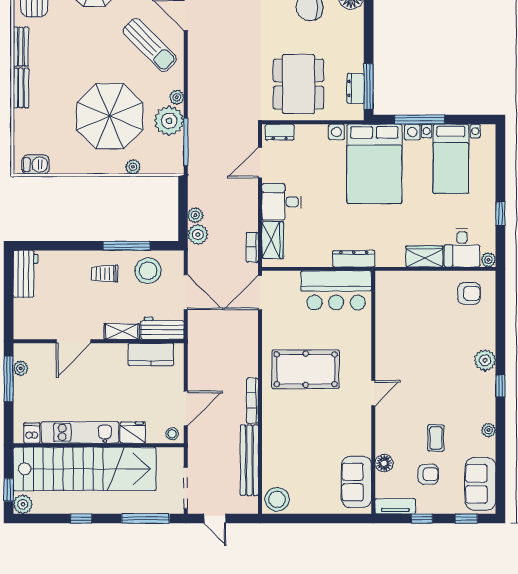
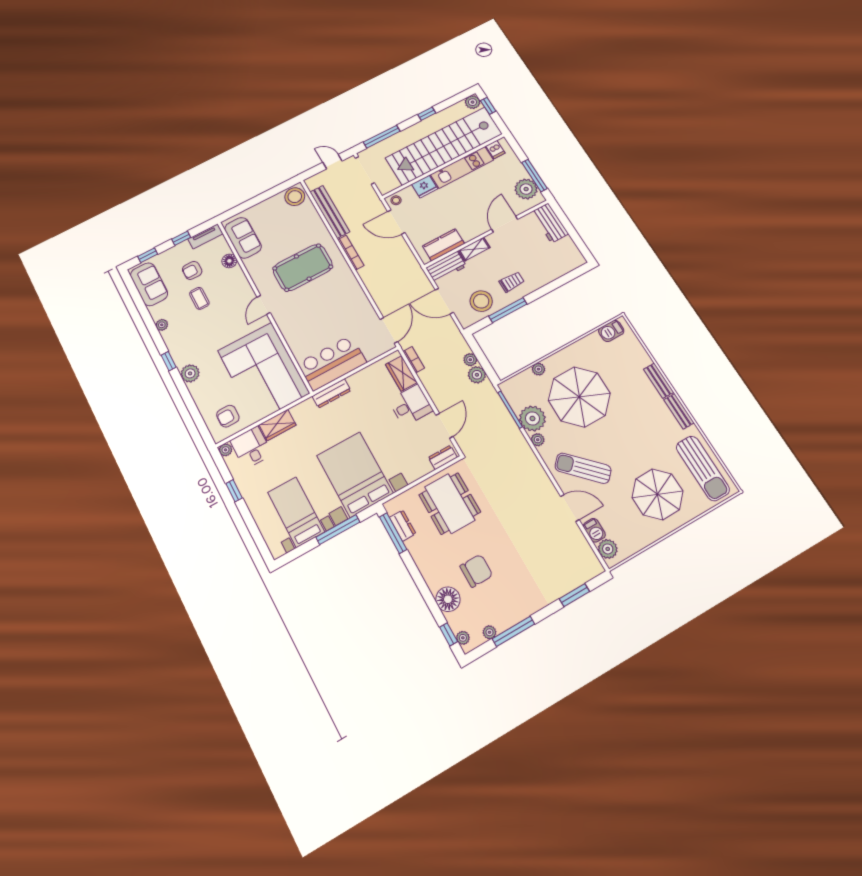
plant: (198, 235) -> (477, 375), moved
workbench: (25, 274) -> (550, 223), moved
corner sofa: (410, 320) -> (263, 372), added
plant: (21, 368) -> (526, 189), width x1.87, depth x1.87
pool table: (306, 369) -> (303, 268), moved
door: (186, 408) -> (396, 222), hinge flipped

